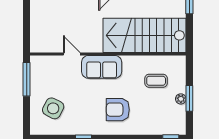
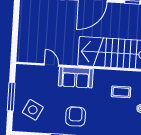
window: (27, 79) -> (11, 97), moved
armchair: (118, 110) -> (76, 116), moved, turned 90

